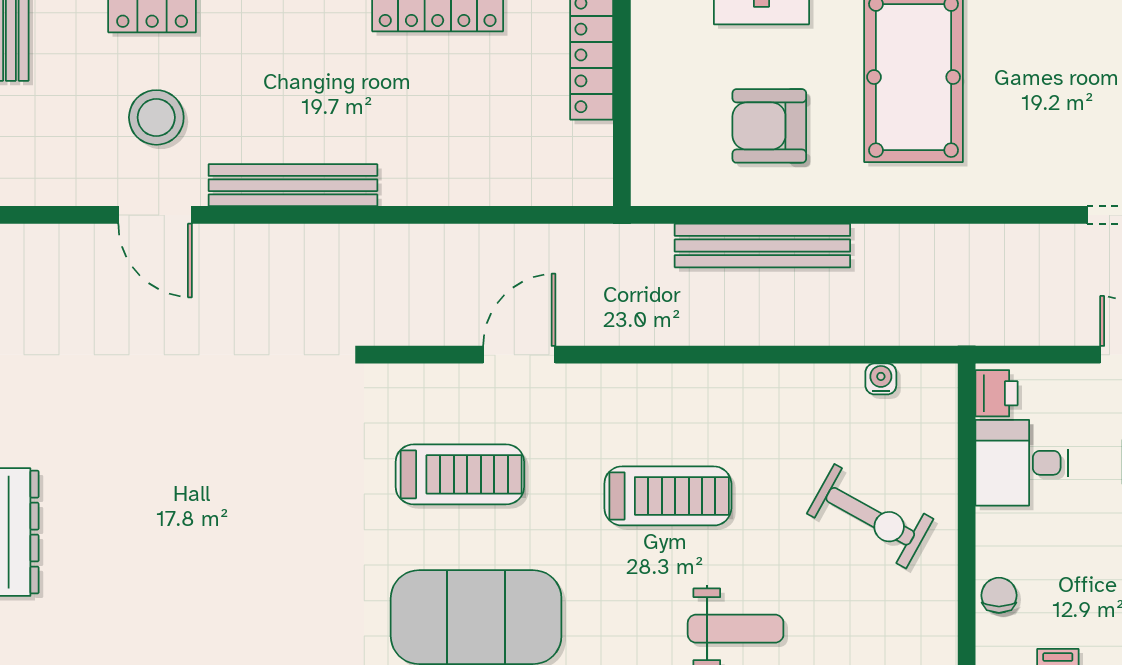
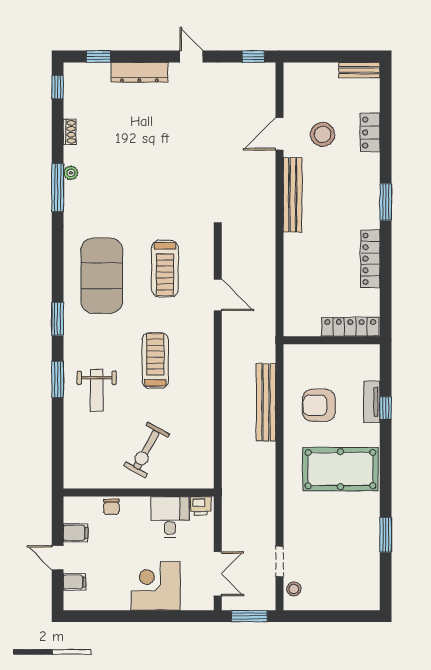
armchair: (769, 126) -> (319, 405), turned -90
water cooler: (881, 379) -> (207, 455), removed
treadmill: (668, 496) -> (155, 360), turned 180
chair: (999, 595) -> (111, 507), turned 90

